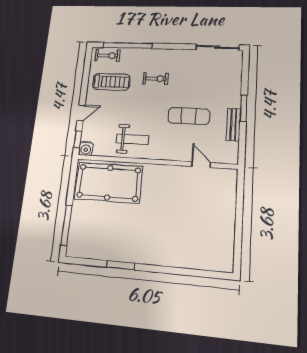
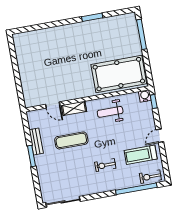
door: (81, 113) -> (160, 136), moved
shelving: (175, 154) -> (74, 108), added

